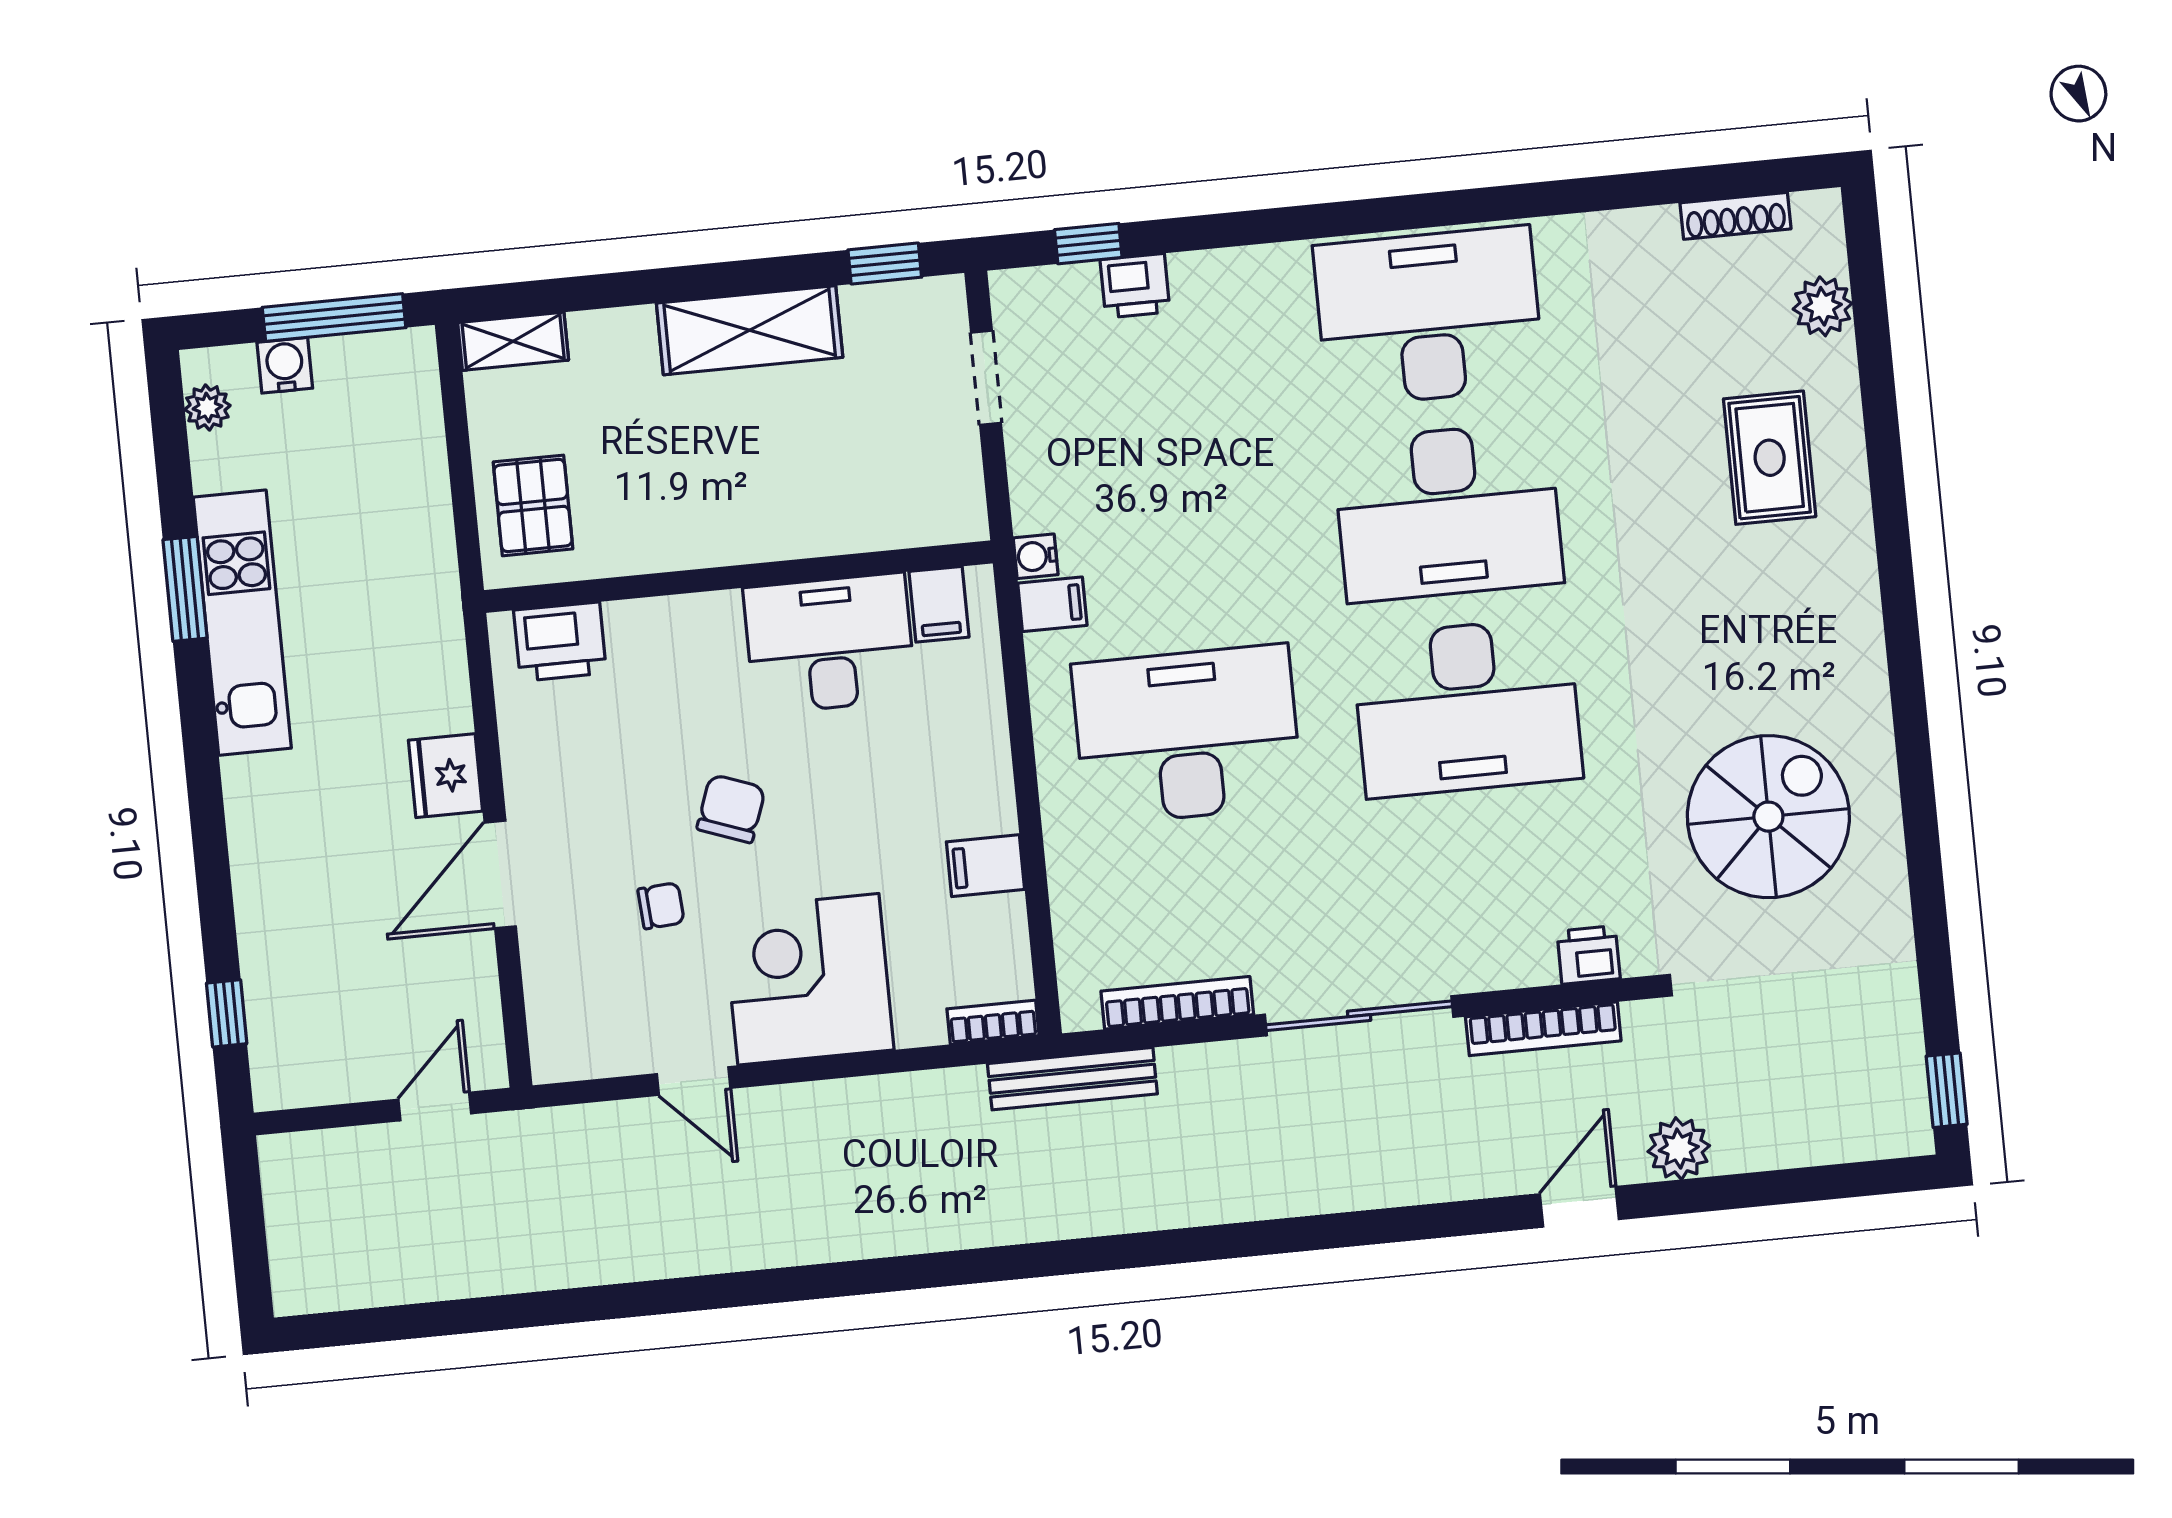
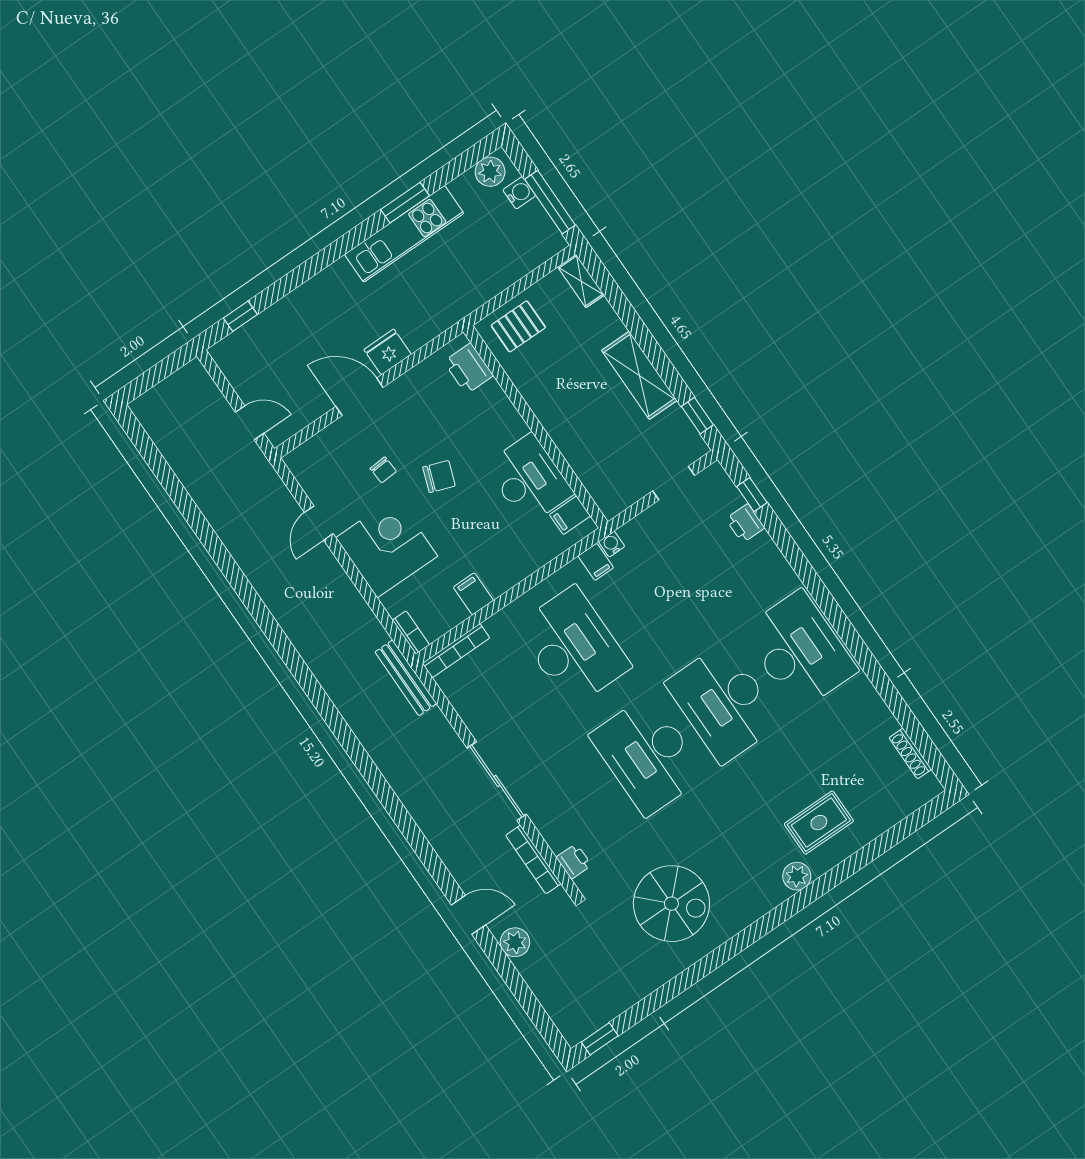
plant: (1823, 306) -> (797, 876), moved
plant: (207, 407) -> (490, 172), width x1.38, depth x1.38
bookcase: (1177, 1003) -> (456, 651), moved, turned 90

